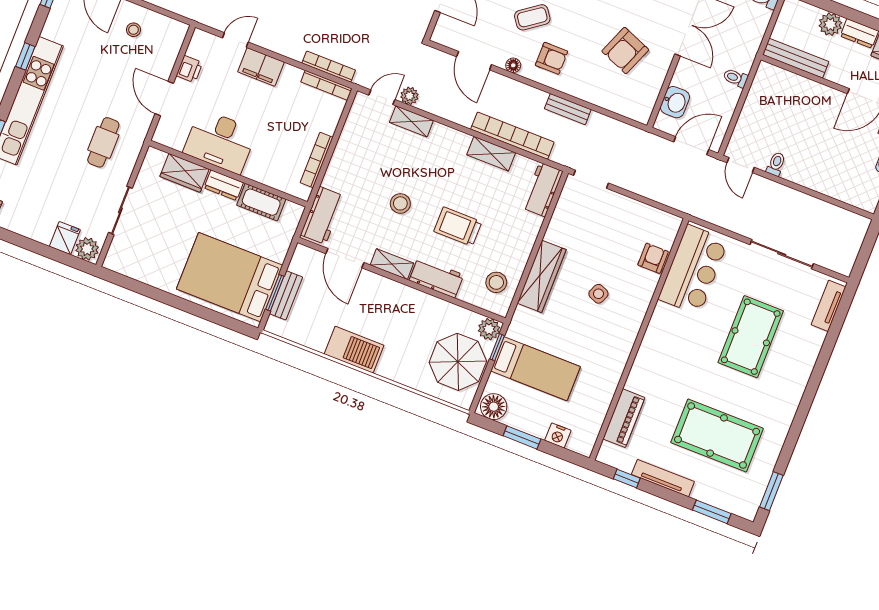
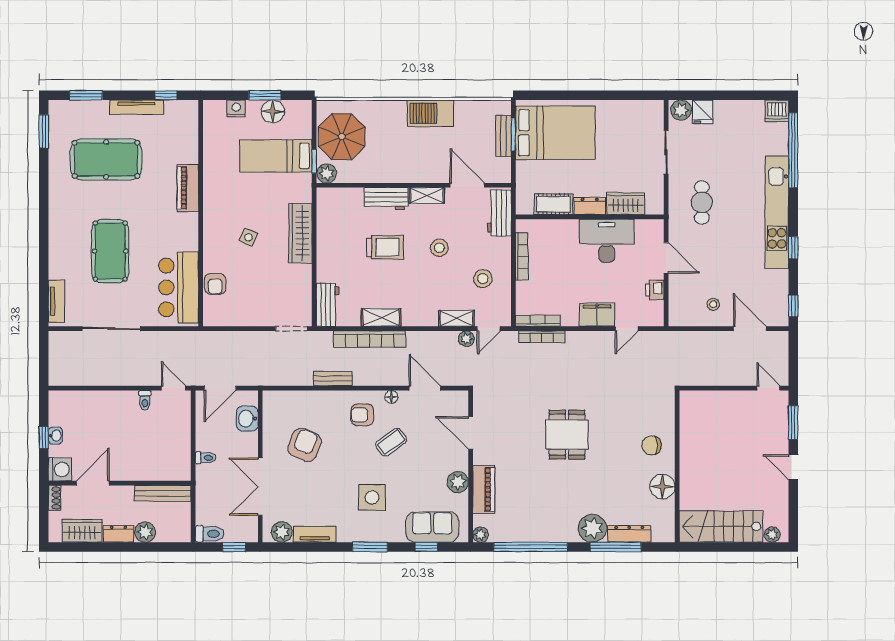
stool: (496, 282) -> (483, 279), moved
floor lamp: (494, 407) -> (273, 111), moved
piano: (624, 418) -> (188, 188), moved

